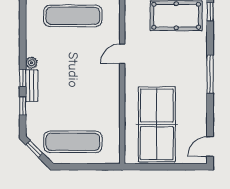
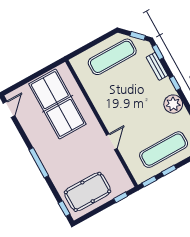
plant: (31, 63) -> (173, 104), width x1.88, depth x1.88
bench: (32, 86) -> (157, 66), moved
window: (23, 106) -> (158, 52), moved

